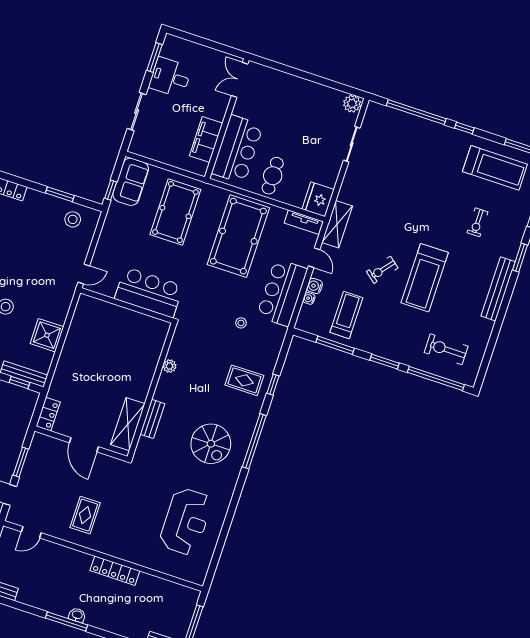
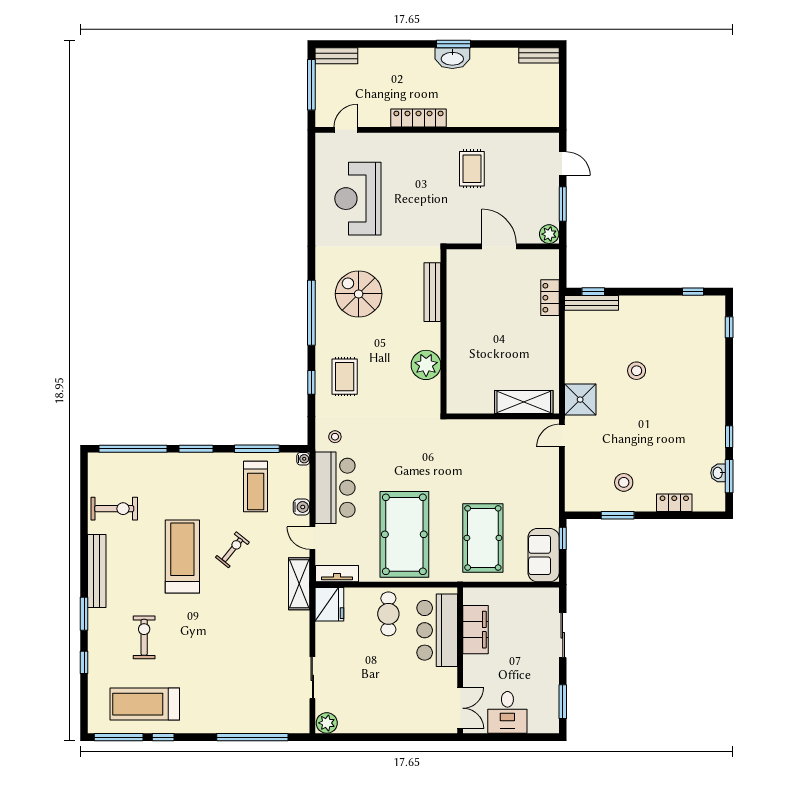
desk: (170, 77) -> (507, 712), moved, turned 90
window: (464, 128) -> (163, 737), moved
stool: (73, 219) -> (624, 482), moved
exercise bike: (477, 222) -> (144, 637), width x1.38, depth x1.39
bar counter: (149, 292) -> (483, 439), removed
water cooler: (309, 298) -> (303, 459), moved
stool: (241, 323) -> (335, 437), moved
shower: (47, 335) -> (580, 400), moved
exercise bike: (446, 349) -> (114, 509), moved
plant: (170, 366) -> (426, 365), width x1.88, depth x1.88
rug: (244, 380) -> (345, 377), turned 90
locker: (48, 414) -> (550, 298), moved
bench: (152, 419) -> (432, 292), width x1.36
shelving: (128, 424) -> (524, 402), moved, turned 90
plant: (40, 441) -> (549, 234), added
door: (31, 532) -> (346, 130), moved
washbasin: (77, 615) -> (452, 58), width x1.91, depth x1.45
window: (67, 621) -> (453, 44), width x0.69

